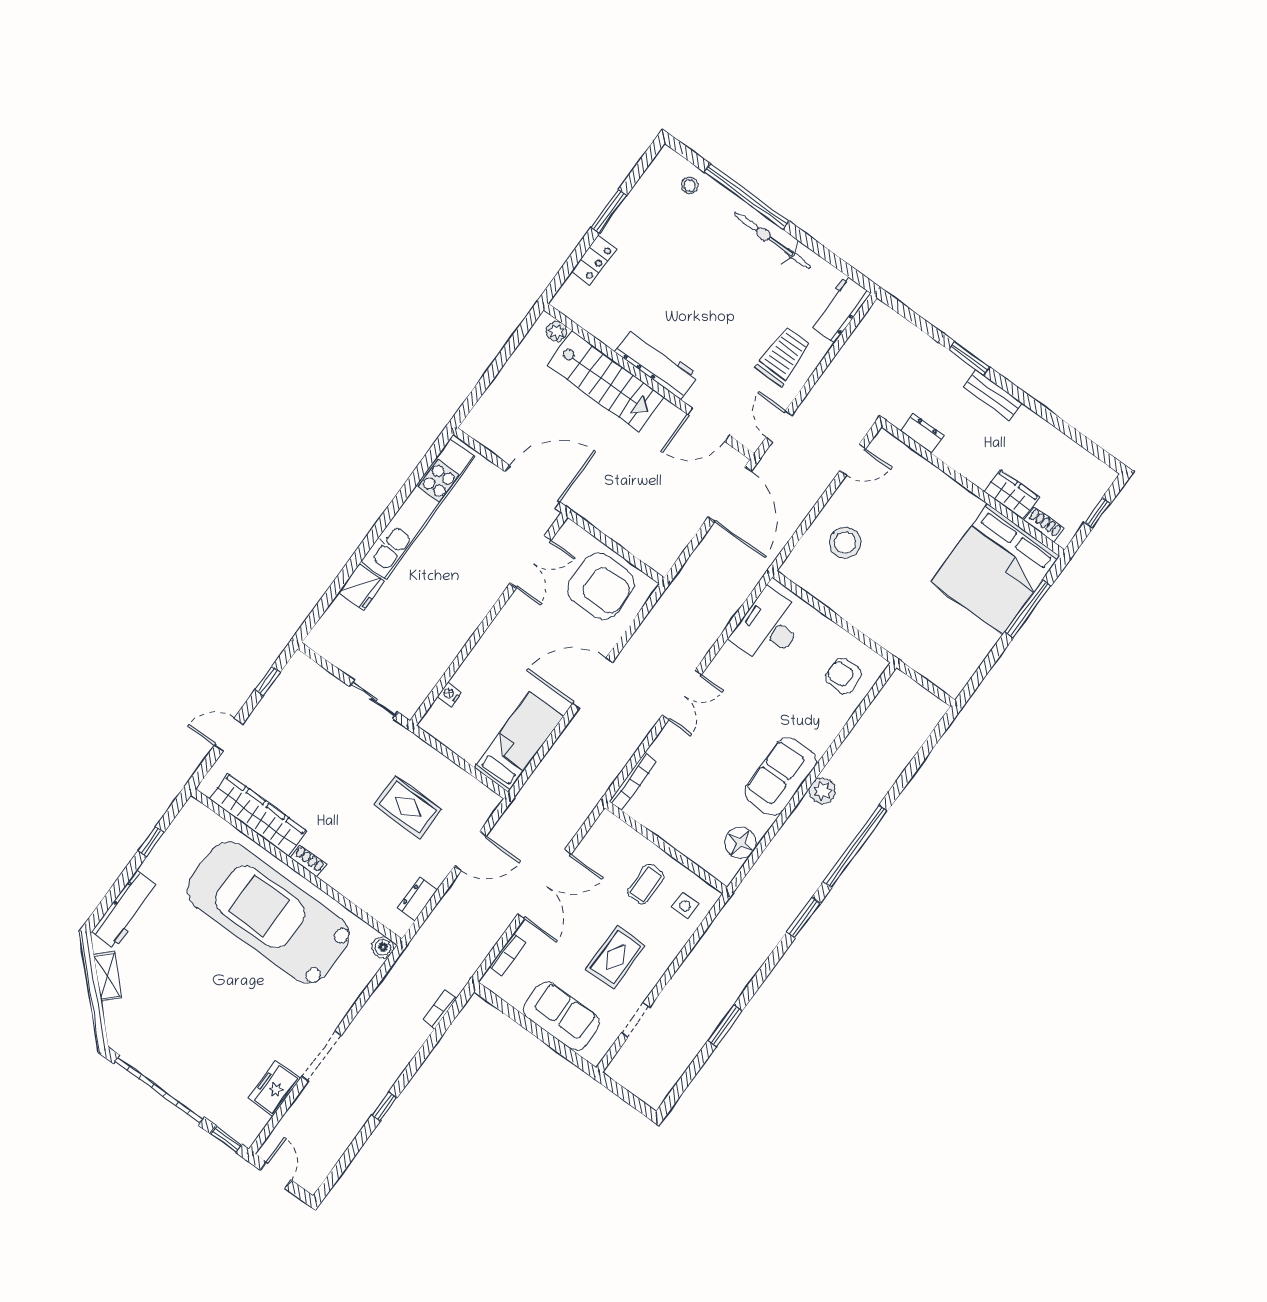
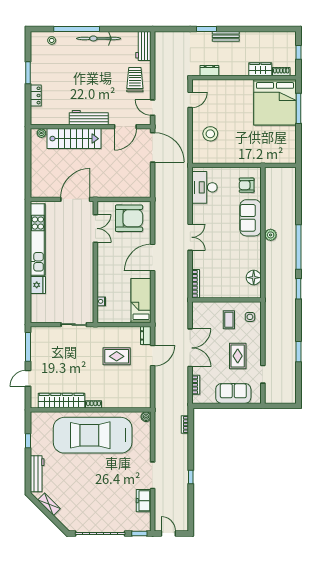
window: (268, 681) -> (28, 347), width x2.17
sofa: (781, 776) -> (250, 218), moved
dresser: (417, 899) -> (146, 335), moved

